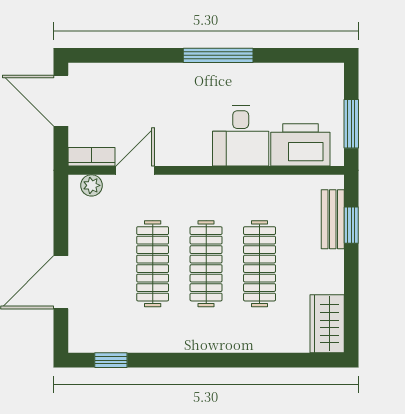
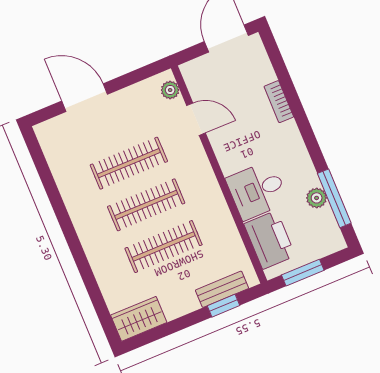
window: (218, 55) -> (334, 198), moved
plant: (276, 75) -> (317, 198), added
bookcase: (92, 157) -> (279, 102), moved, turned 180
window: (111, 360) -> (40, 162), removed

